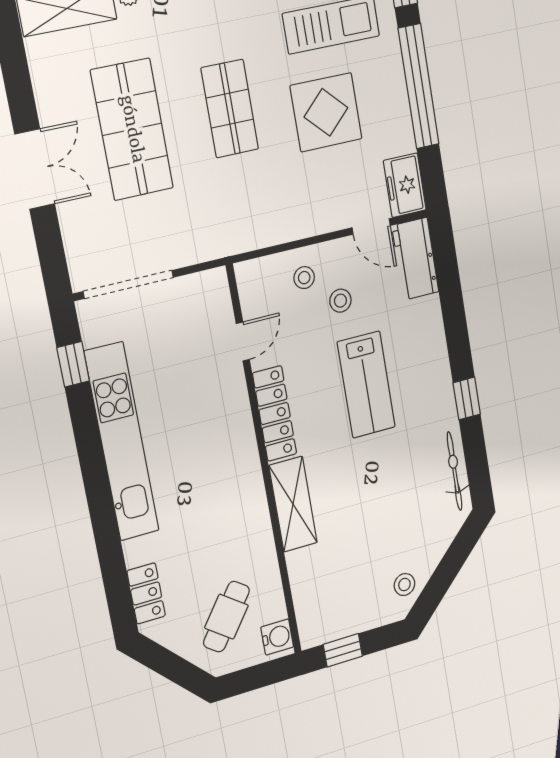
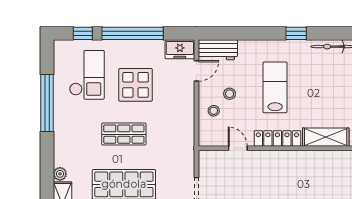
lab bench: (366, 385) -> (275, 87), turned -90

